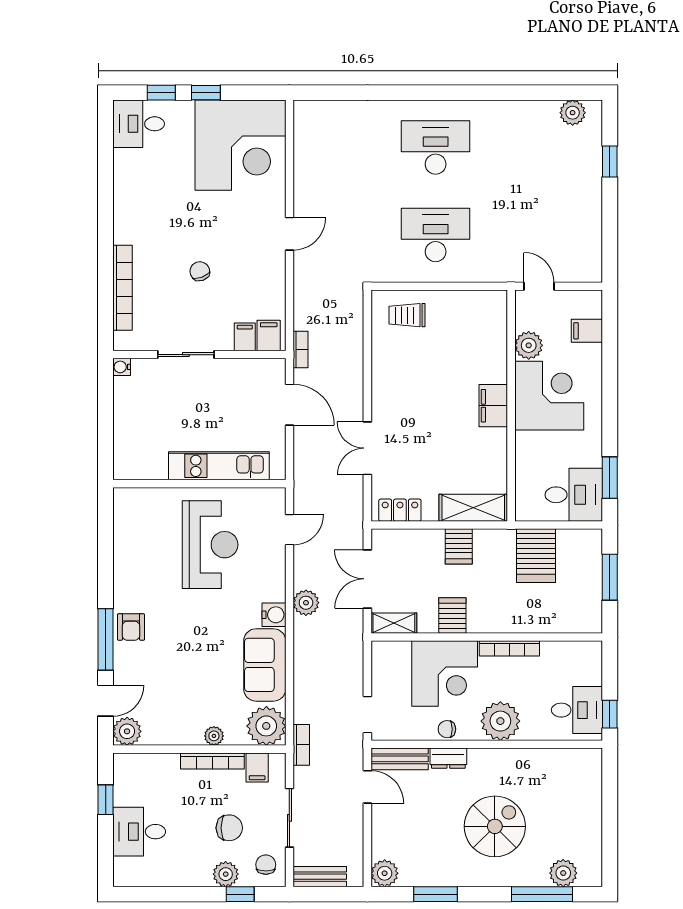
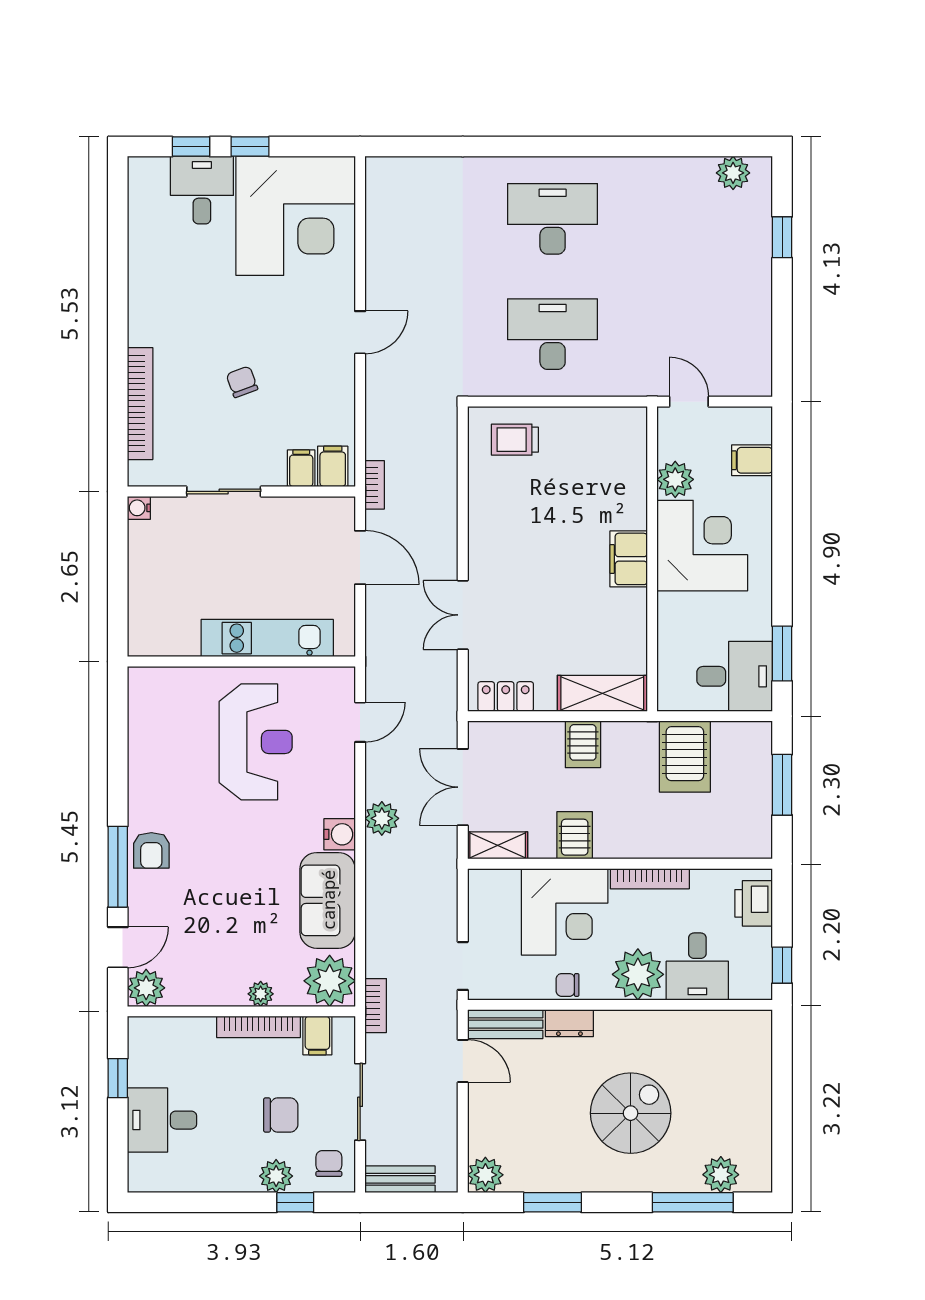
desk: (139, 124) -> (202, 190), moved, turned 90
printer: (588, 667) -> (754, 903), added
desk: (577, 710) -> (697, 967), moved, turned 90

